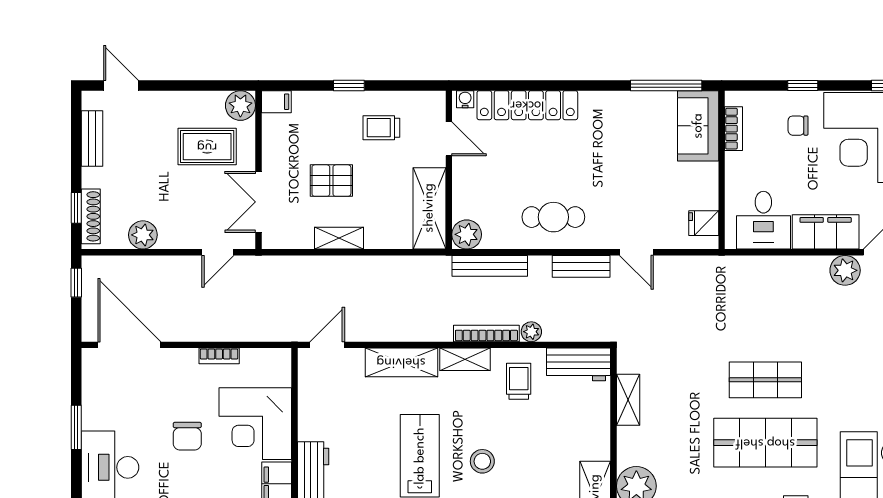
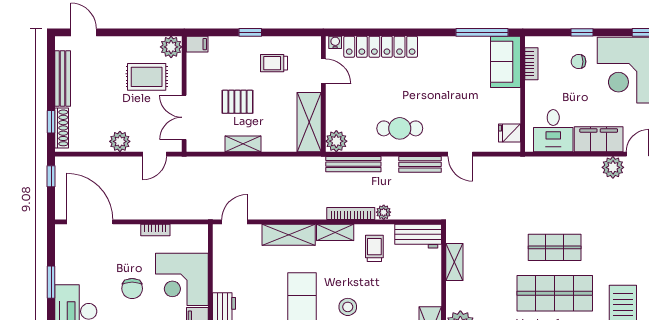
bench: (92, 139) -> (63, 78), width x1.36
plant: (143, 235) -> (120, 141), moved

